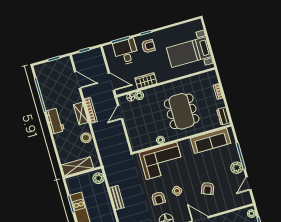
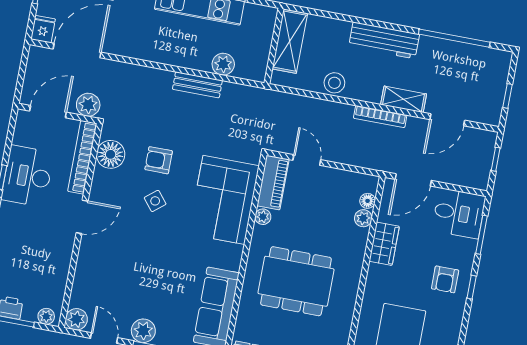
desk: (126, 52) -> (459, 213), moved
door: (120, 112) -> (307, 160), moved
shelving: (81, 113) -> (404, 99), moved
workbench: (55, 121) -> (384, 40), width x1.37
piano: (143, 143) -> (273, 183), added
plant: (98, 178) -> (223, 64), moved
armchair: (208, 188) -> (132, 259), removed
plant: (246, 200) -> (76, 319), added

